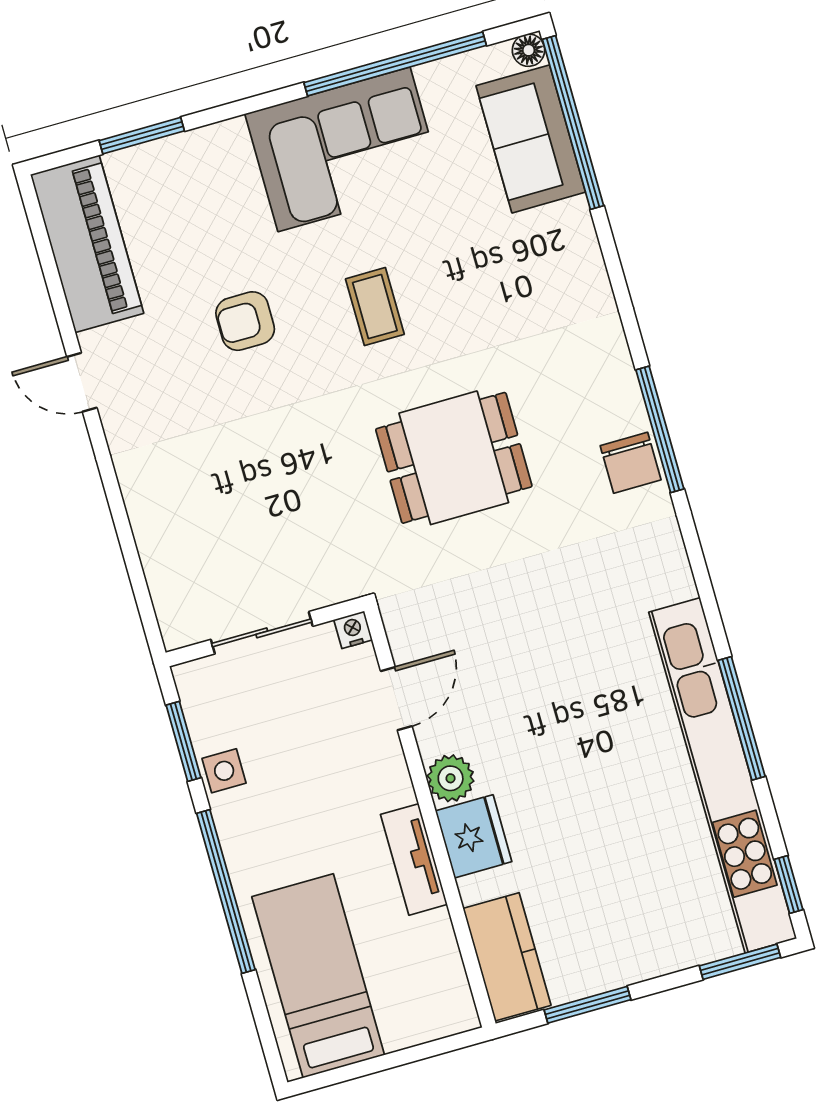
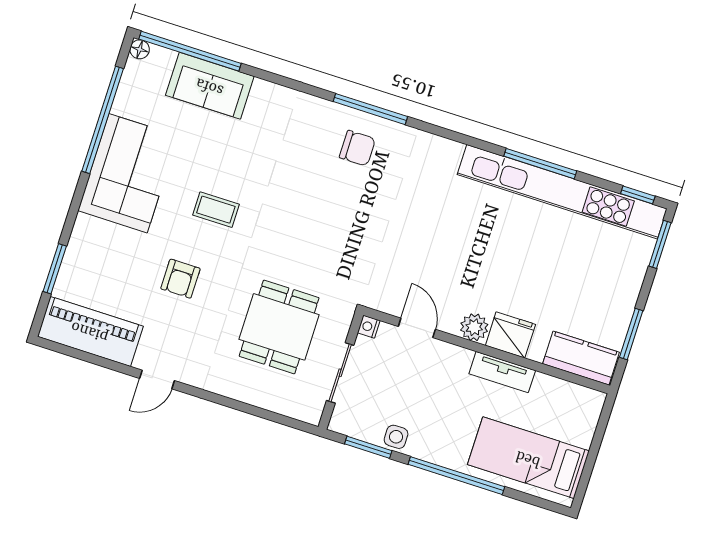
sofa: (531, 139) -> (210, 86), moved
dining table: (454, 458) -> (279, 327), moved
chair: (631, 463) -> (357, 148), moved

